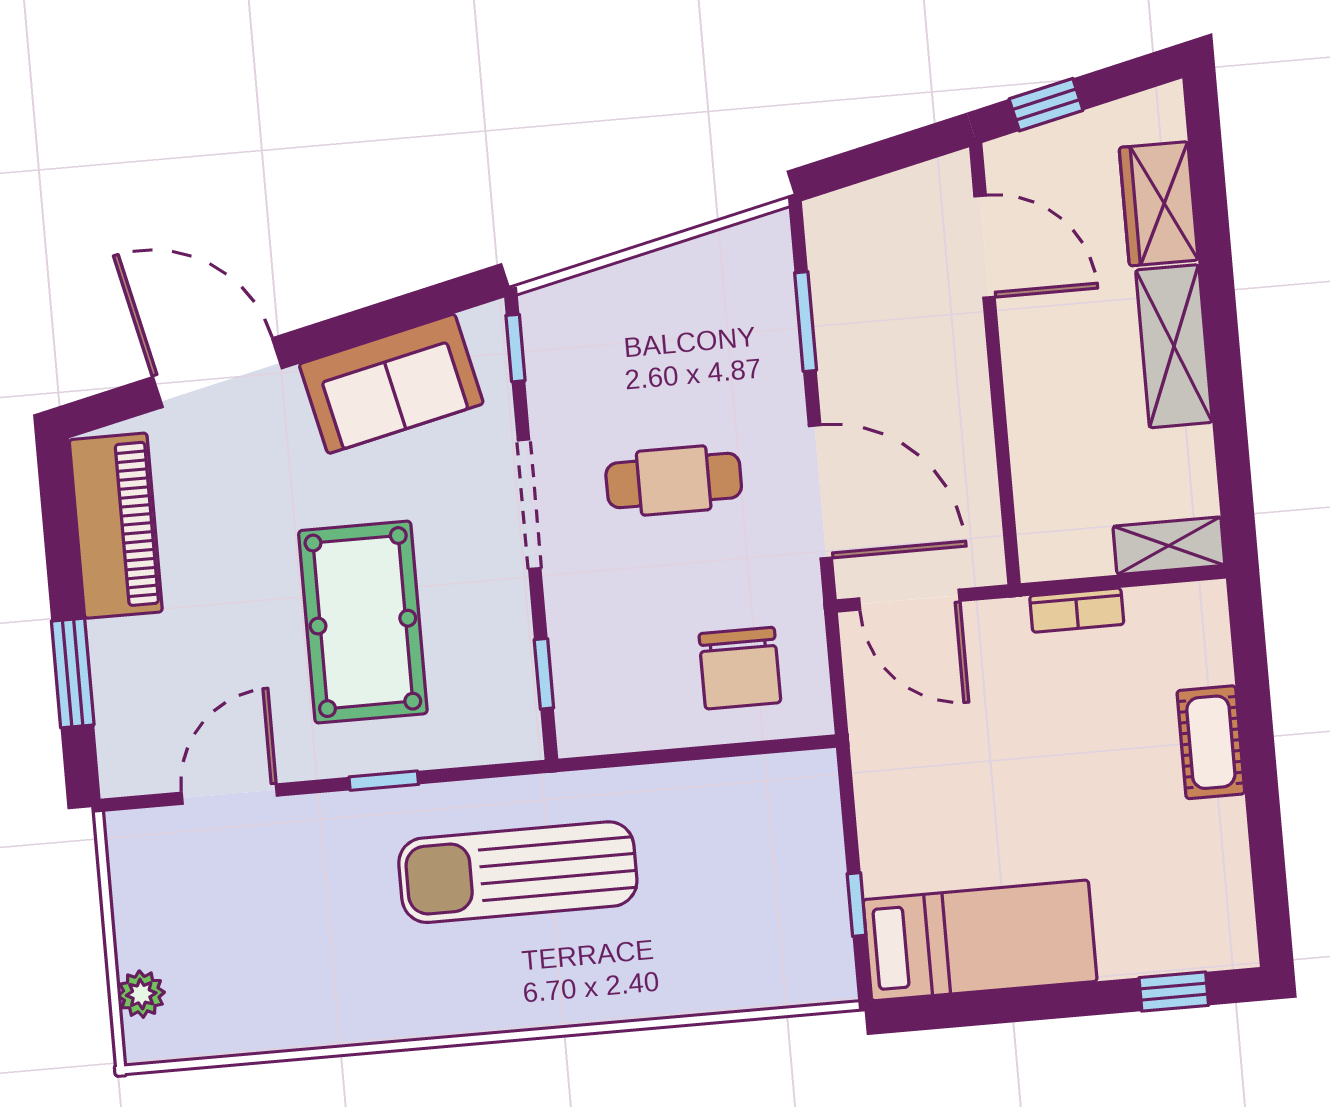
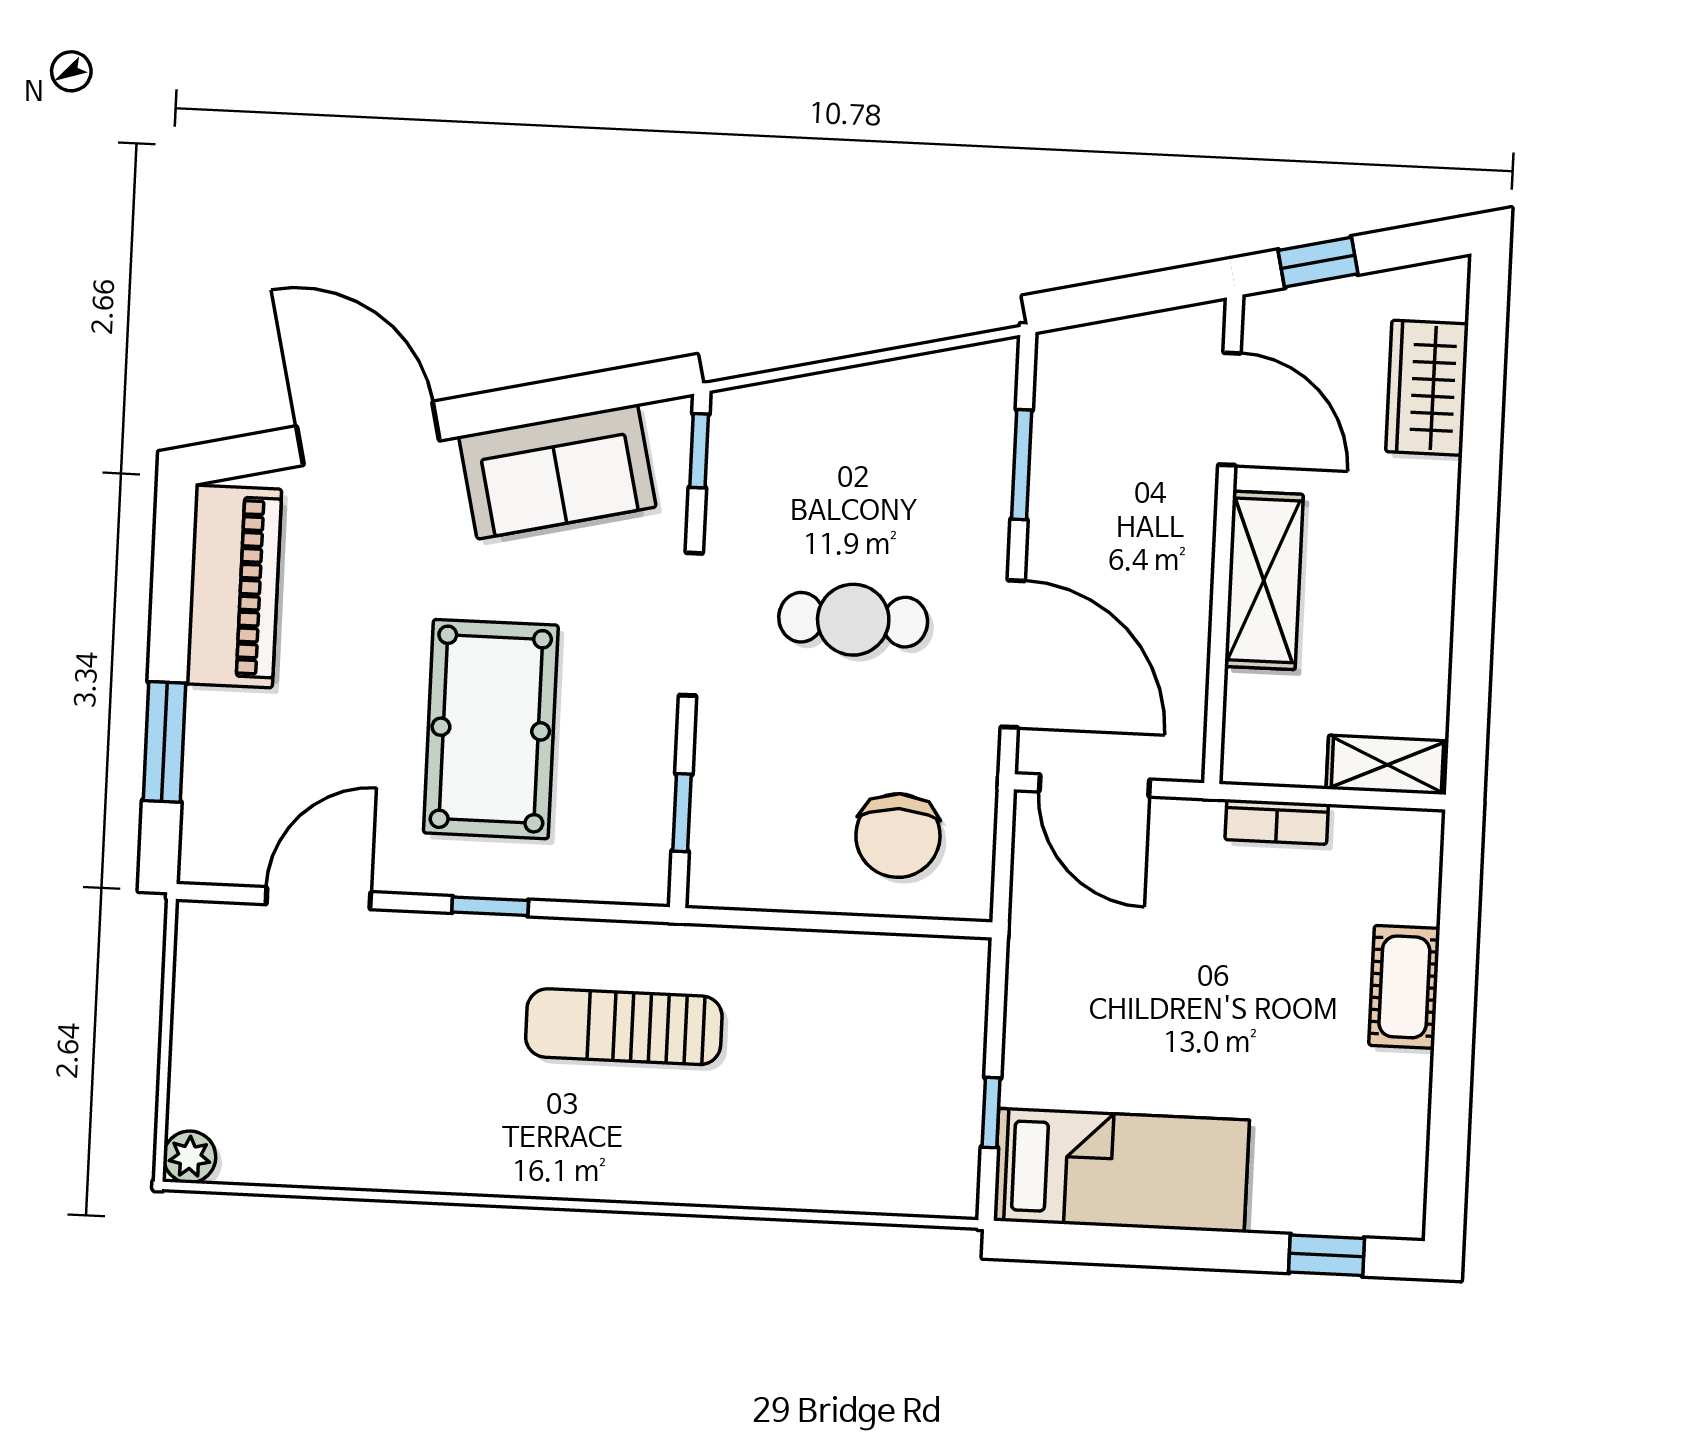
shelving: (1174, 346) -> (1264, 580), moved
sun lounger: (518, 872) -> (624, 1027), width x0.73, depth x0.75
plant: (141, 994) -> (190, 1157), moved

